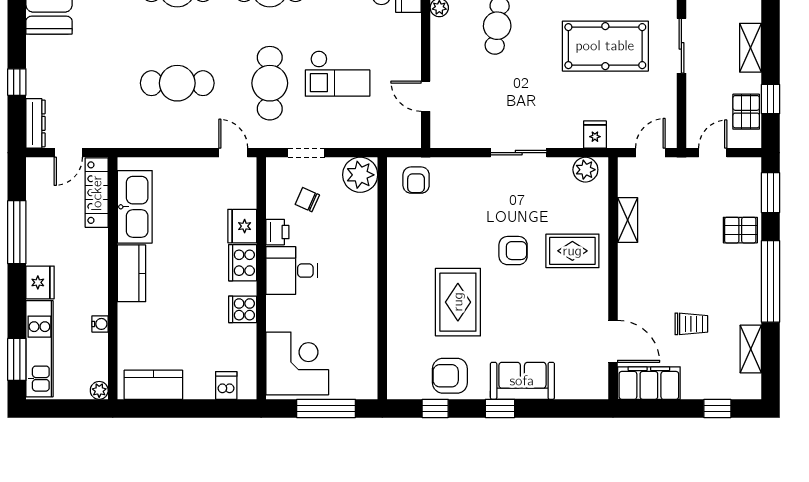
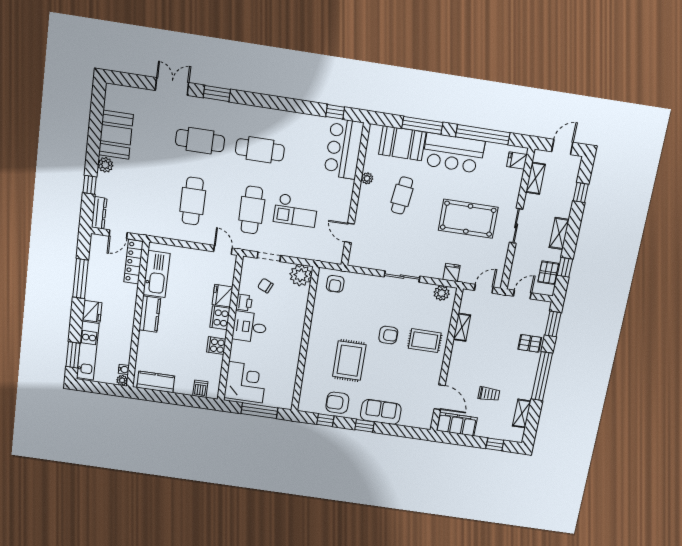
plant: (38, 48) -> (105, 165), added
cafe table: (177, 83) -> (193, 201), turned 90
water cooler: (100, 324) -> (124, 369), moved

